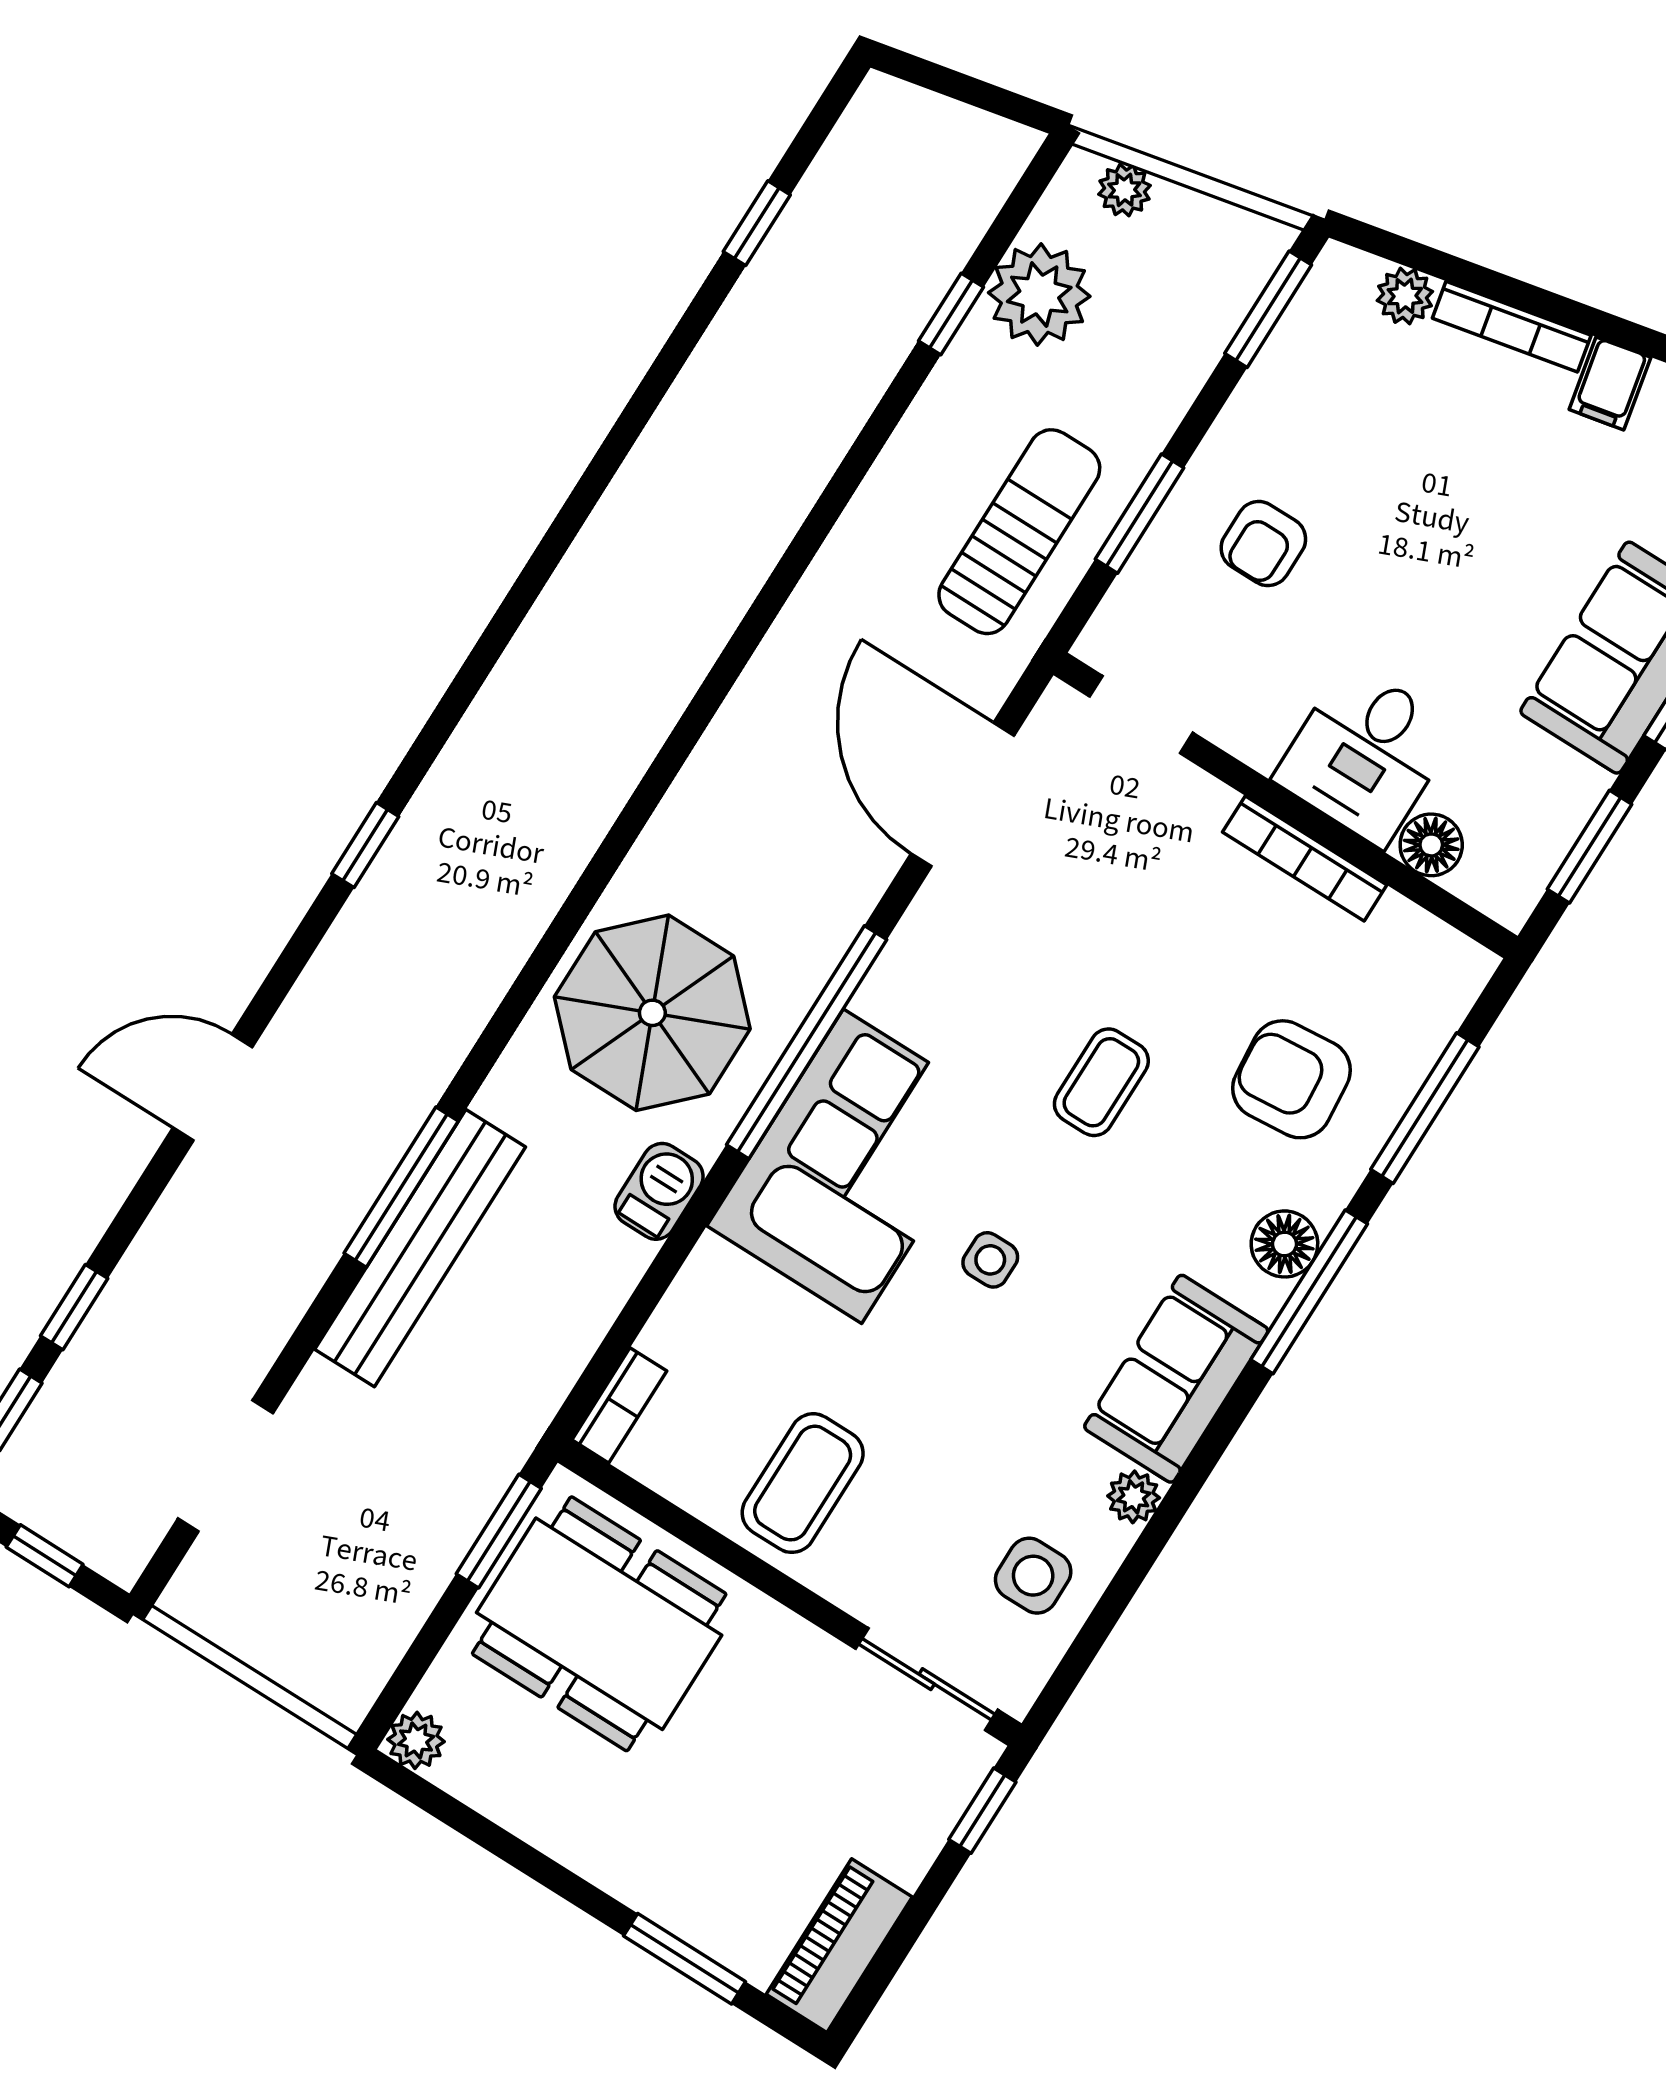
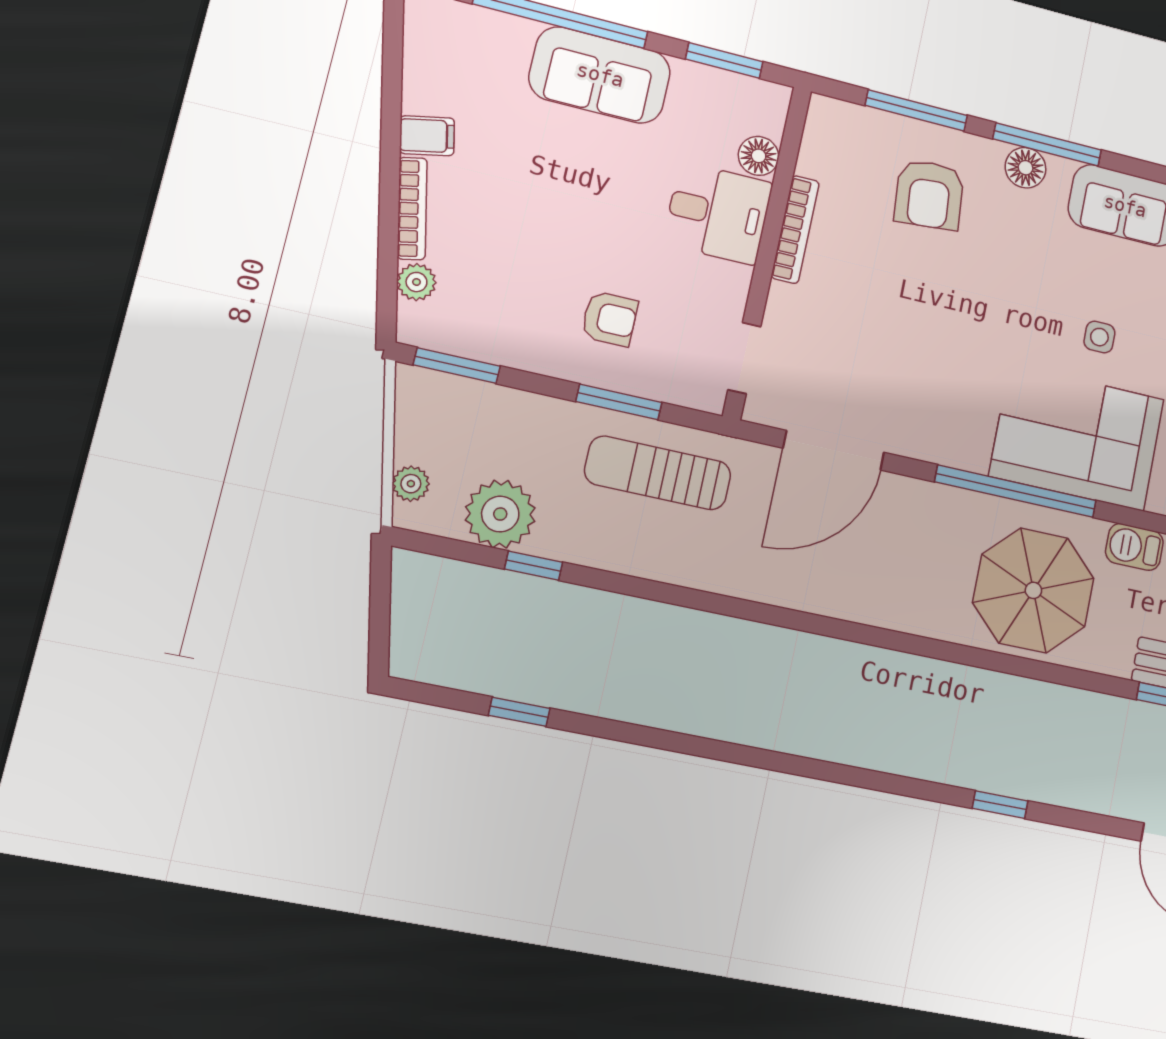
coffee table: (1101, 1082) -> (973, 307), removed

